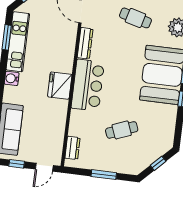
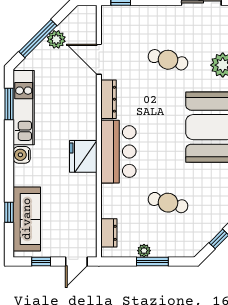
cafe table: (122, 130) -> (168, 203), turned 36
plant: (98, 165) -> (144, 251), added

